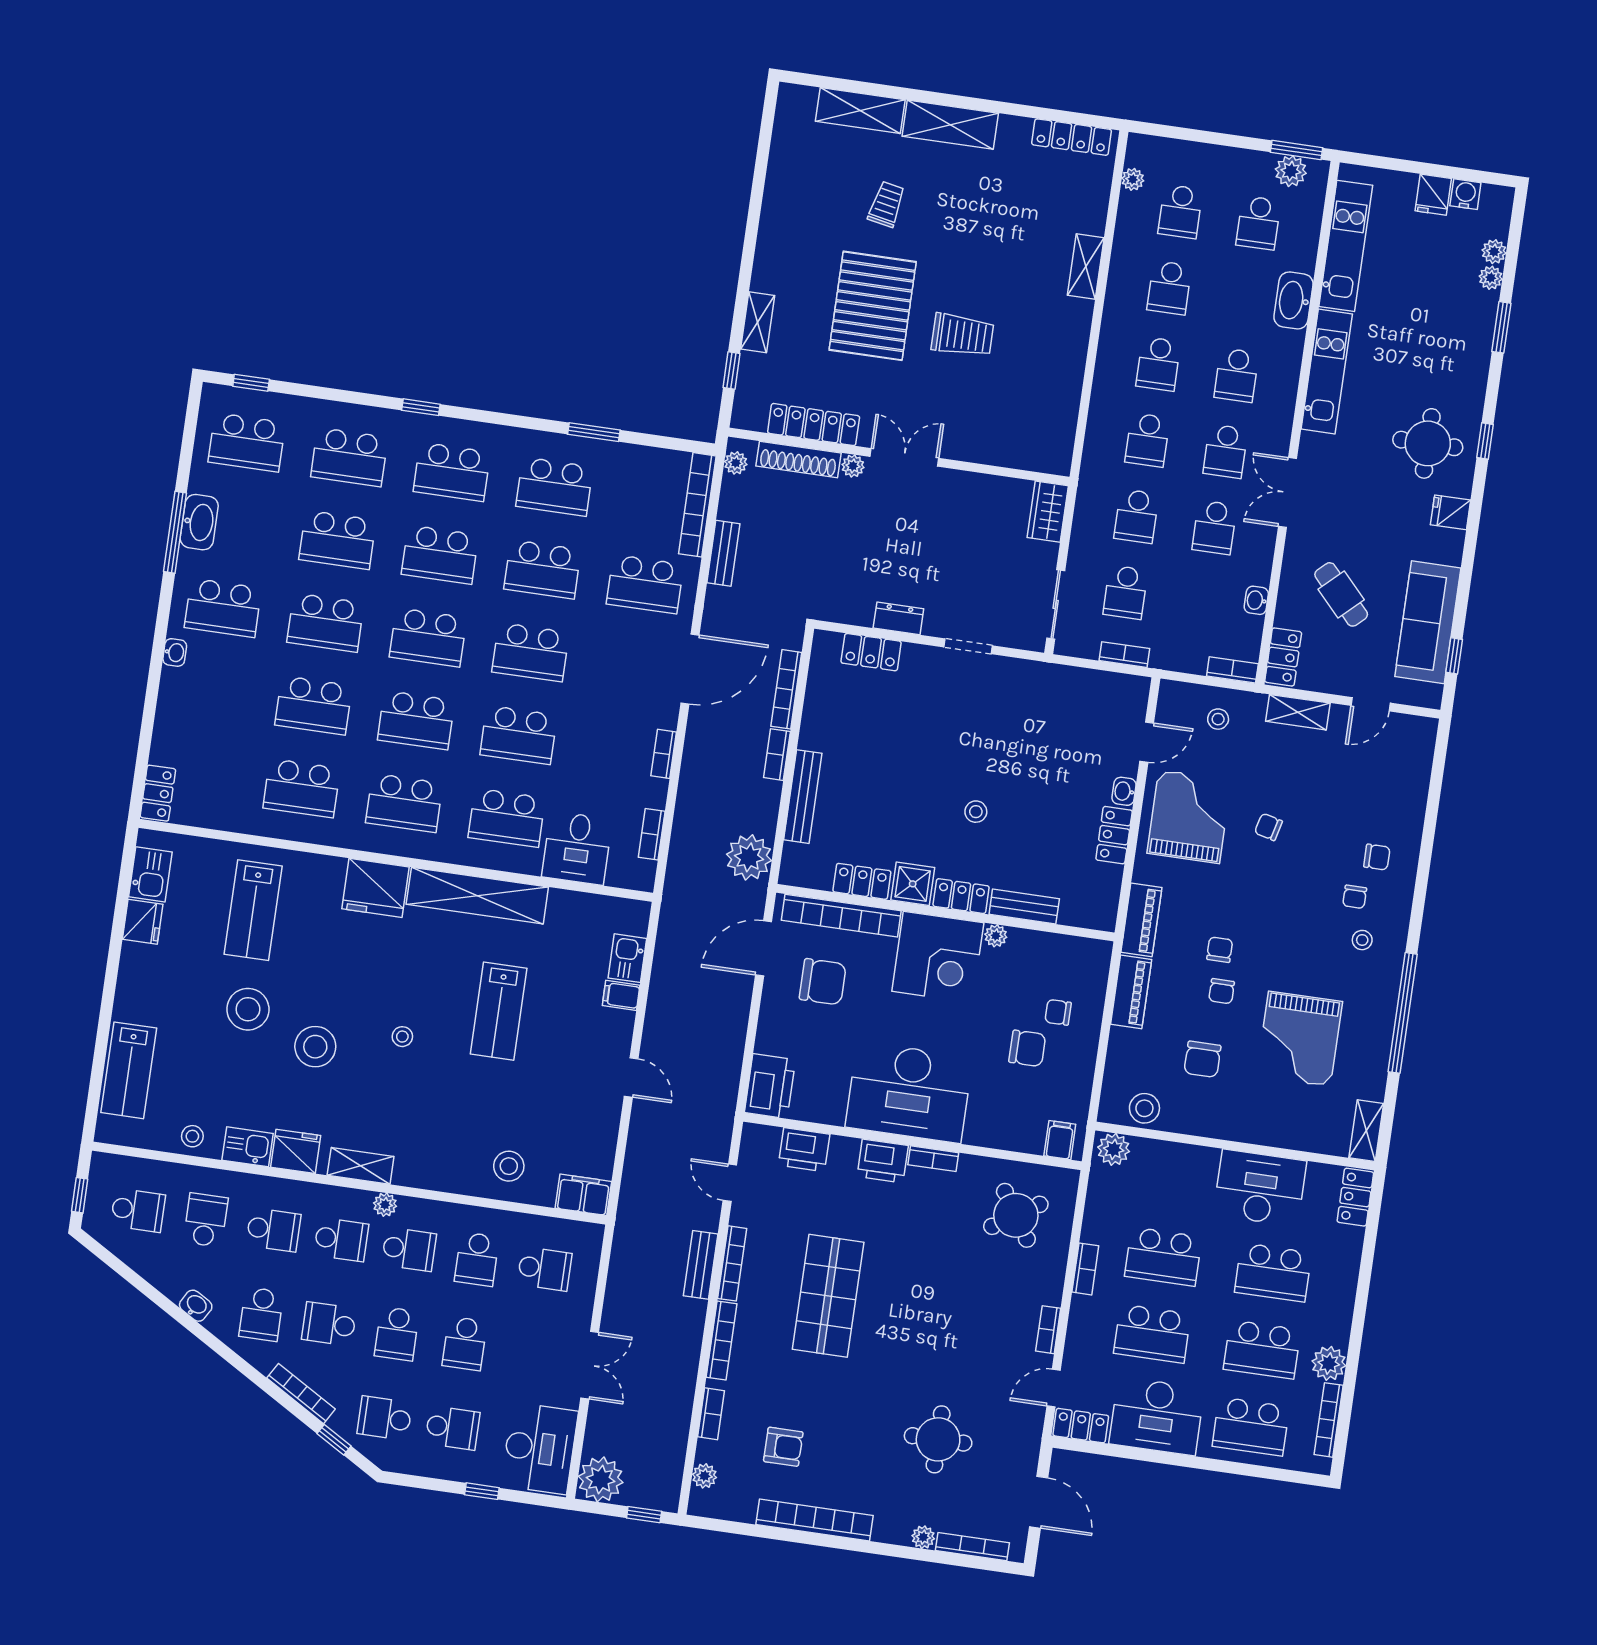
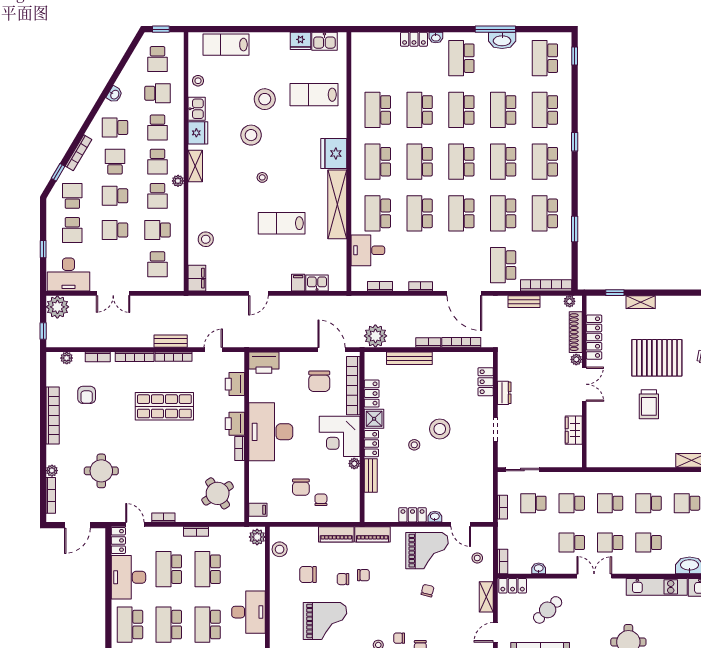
wardrobe: (1048, 512) -> (574, 430), moved, turned -90
door: (1371, 704) -> (495, 632), hinge flipped
stool: (952, 757) -> (440, 429), added
locker: (158, 793) -> (414, 39), moved
grand piano: (1299, 1039) -> (325, 621), turned 180

